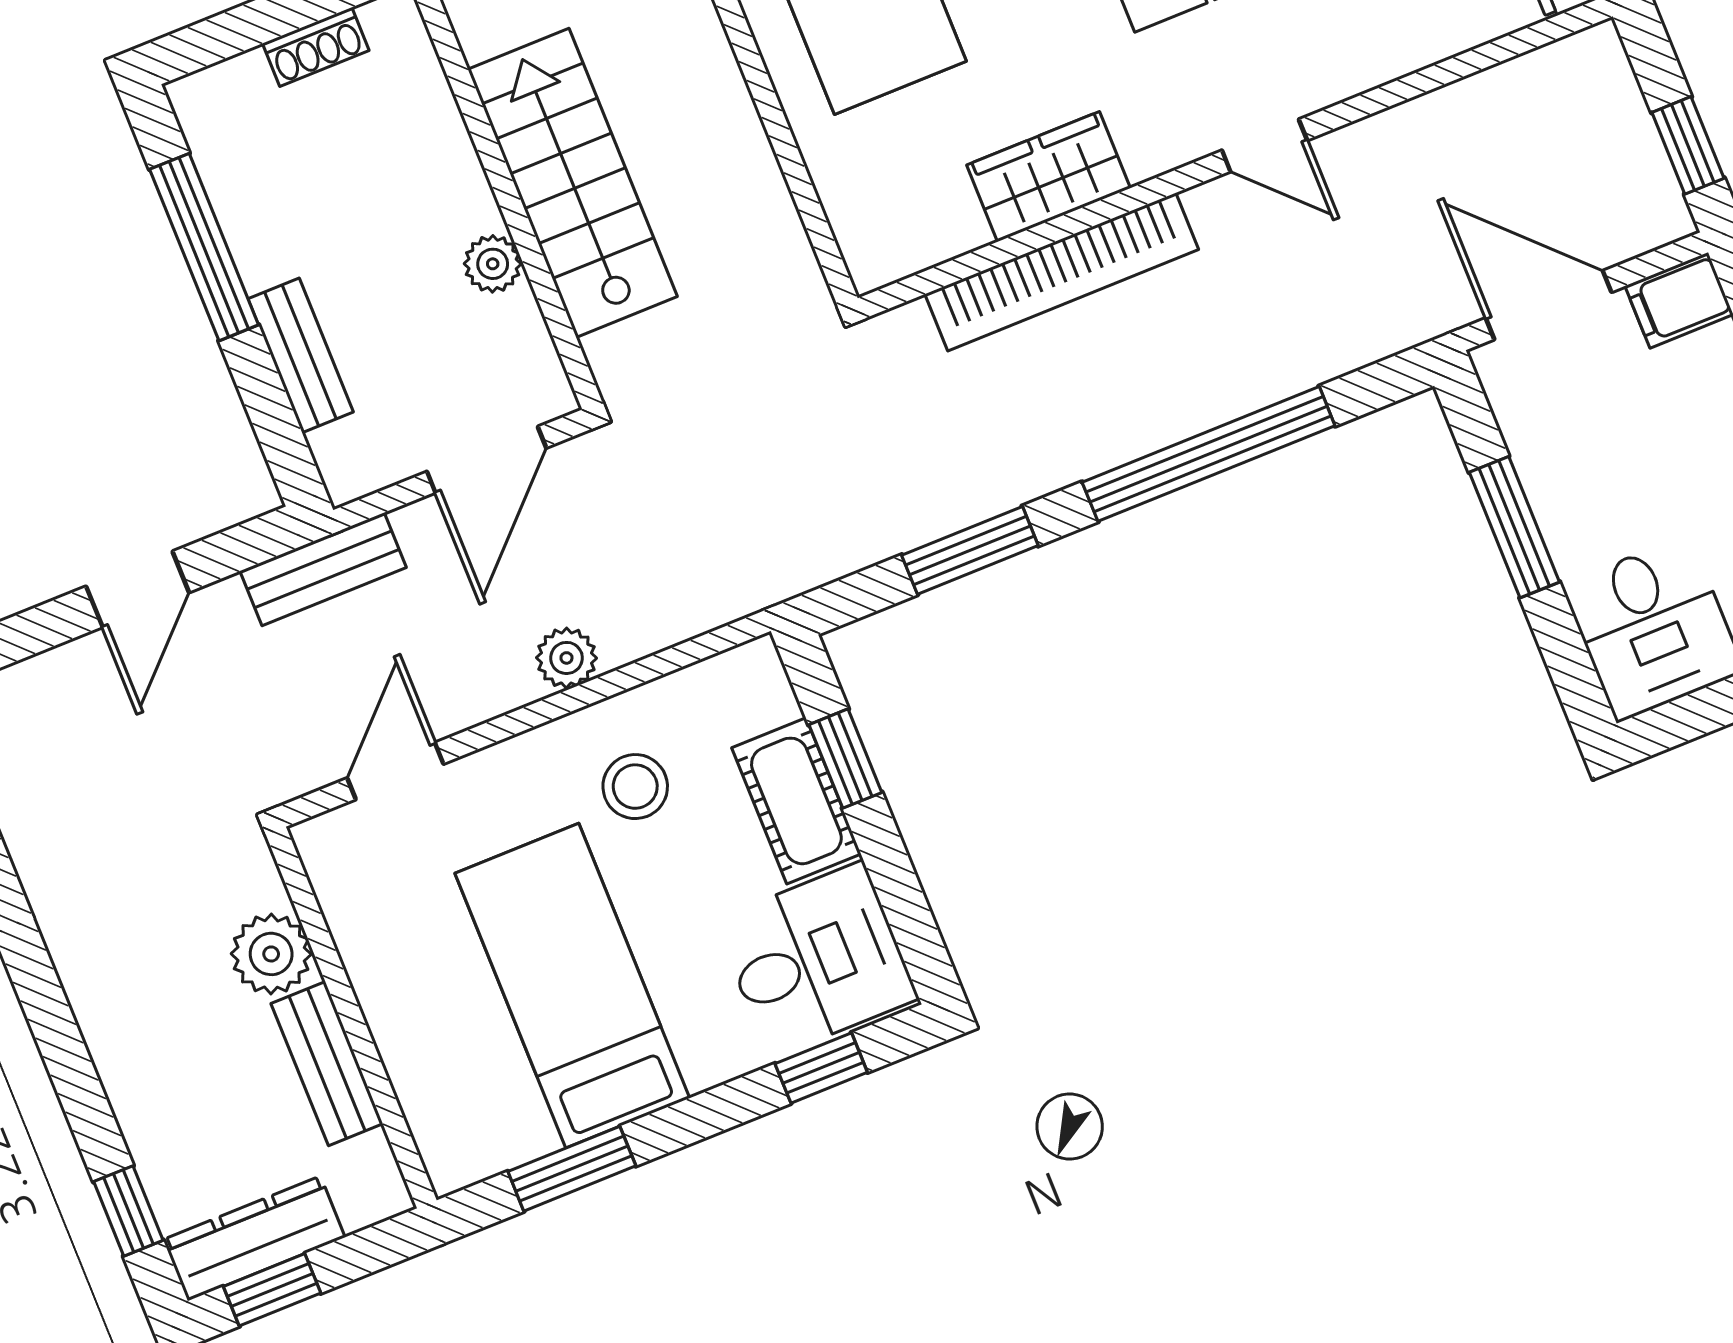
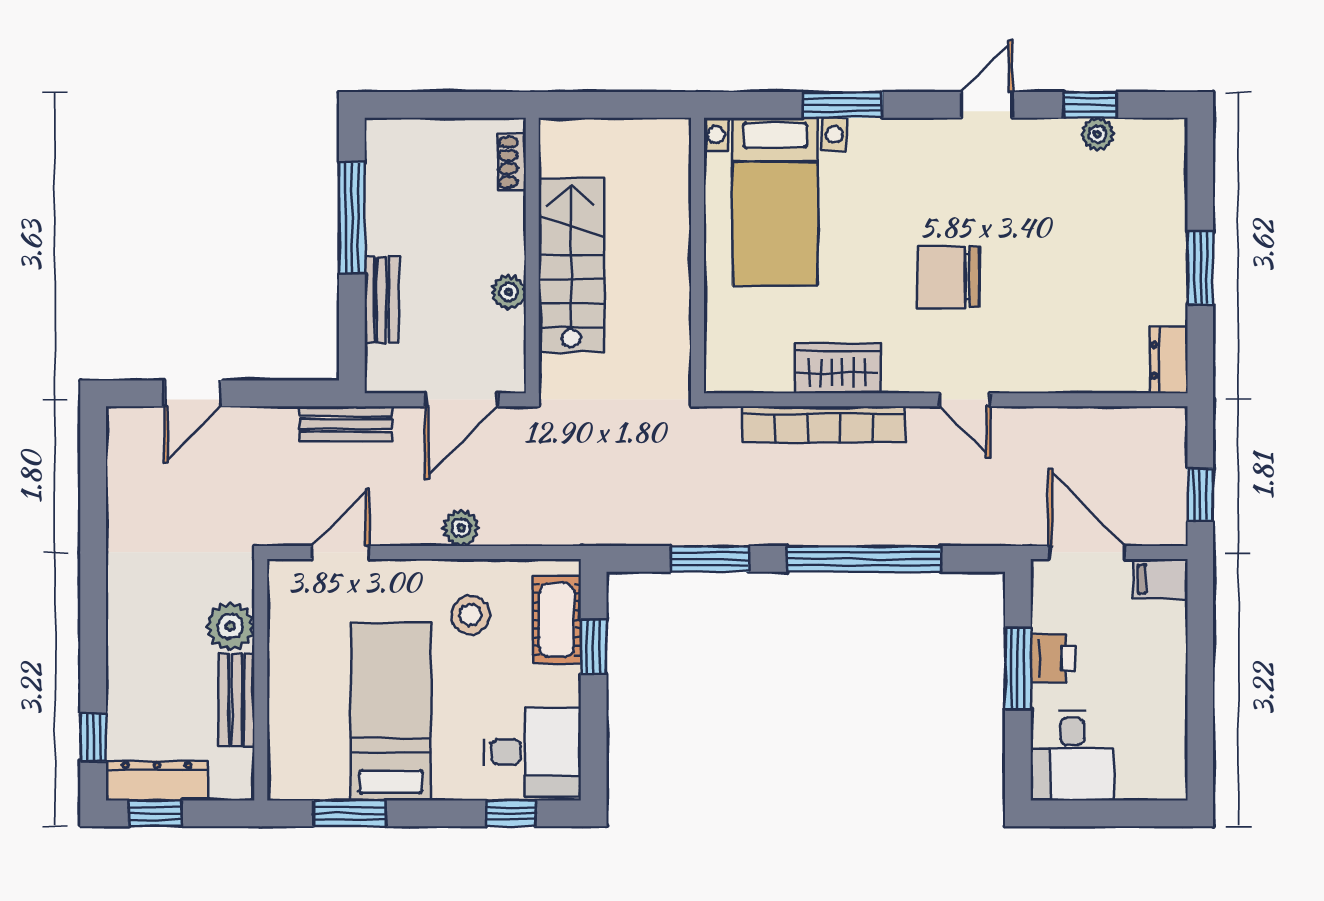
shoe rack: (316, 47) -> (512, 162), moved, turned 90
printer: (1562, 490) -> (1053, 658), added
door: (137, 589) -> (193, 393), moved
cot: (796, 801) -> (557, 620), moved

